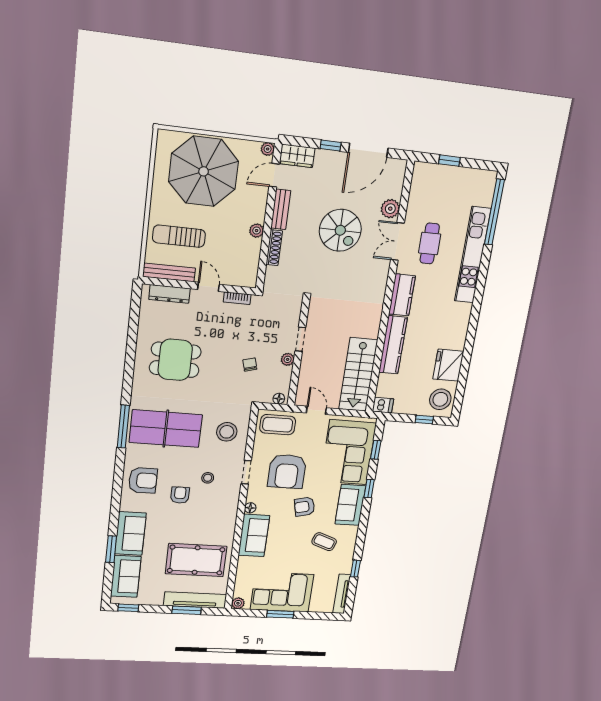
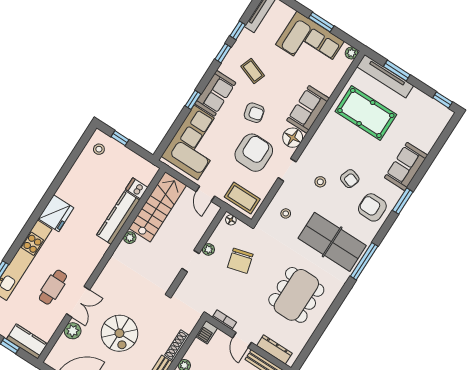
spiral stairs: (340, 230) -> (119, 333), turned 180
barbecue: (250, 276) -> (207, 332), added
kitchen counter: (402, 295) -> (27, 341), moved, turned 90
plant: (373, 331) -> (130, 238), added
dining table: (175, 360) -> (296, 295), width x1.38
chair: (250, 365) -> (240, 261), width x1.87, depth x1.87
fridge: (448, 365) -> (56, 213), moved
stool: (440, 399) -> (99, 149), width x0.53, depth x0.53
dishwasher: (383, 405) -> (137, 188), moved
stool: (227, 432) -> (286, 213), width x0.53, depth x0.53
window: (376, 450) -> (223, 53), moved
armchair: (180, 495) -> (350, 179), turned -71
floor lamp: (250, 508) -> (293, 138), width x1.89, depth x1.89
window: (111, 549) -> (403, 201), moved
sofa: (126, 576) -> (430, 130), removed

